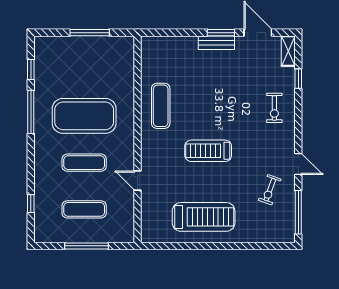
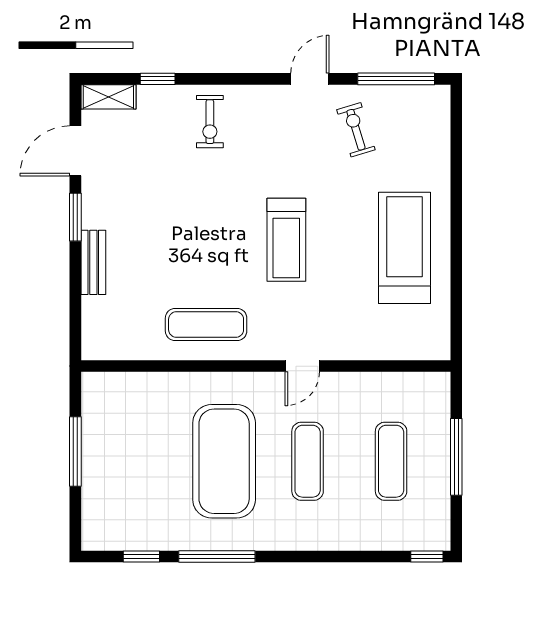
bench: (216, 43) -> (93, 262), moved
exercise bike: (274, 108) -> (210, 122), turned 90
door: (137, 181) -> (302, 366), moved
exercise bike: (270, 190) -> (356, 130), turned -127
window: (31, 204) -> (427, 556), moved

